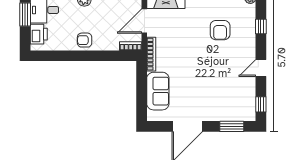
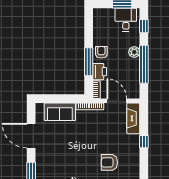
printer: (39, 34) -> (100, 72), moved, turned -90
window: (96, 56) -> (89, 62), added

